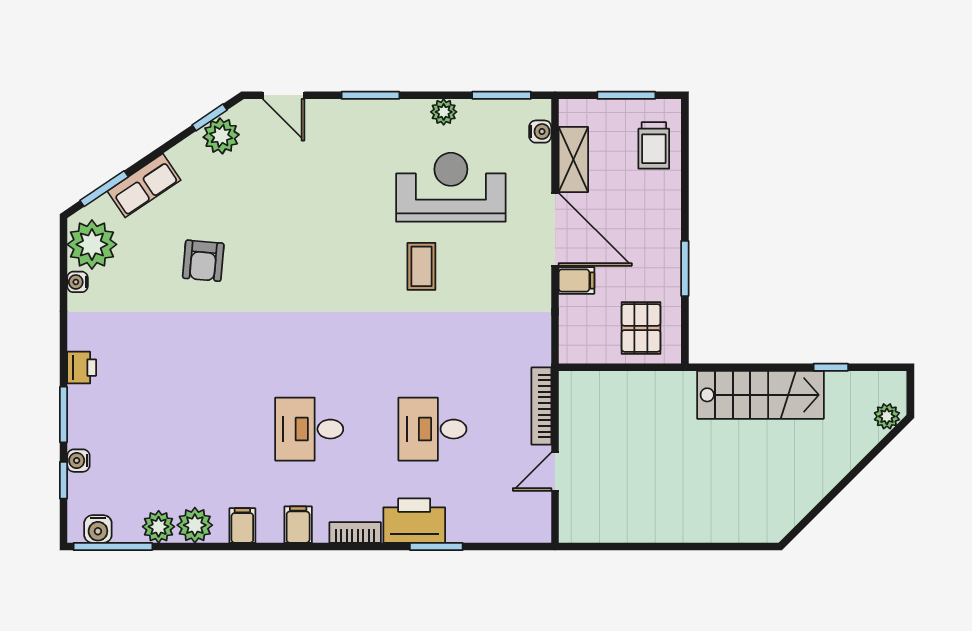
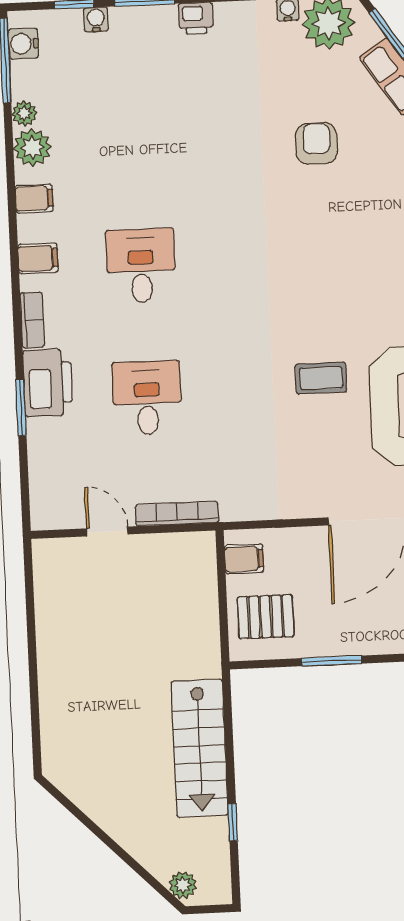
armchair: (203, 261) -> (317, 144), turned 85
filing cabinet: (576, 280) -> (244, 559), moved, turned -90
plant: (159, 527) -> (24, 113), width x0.73, depth x0.73

